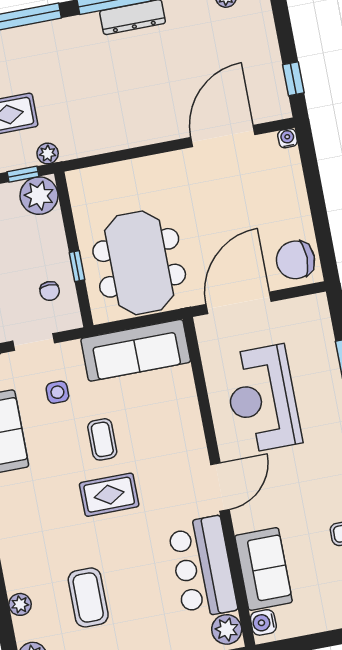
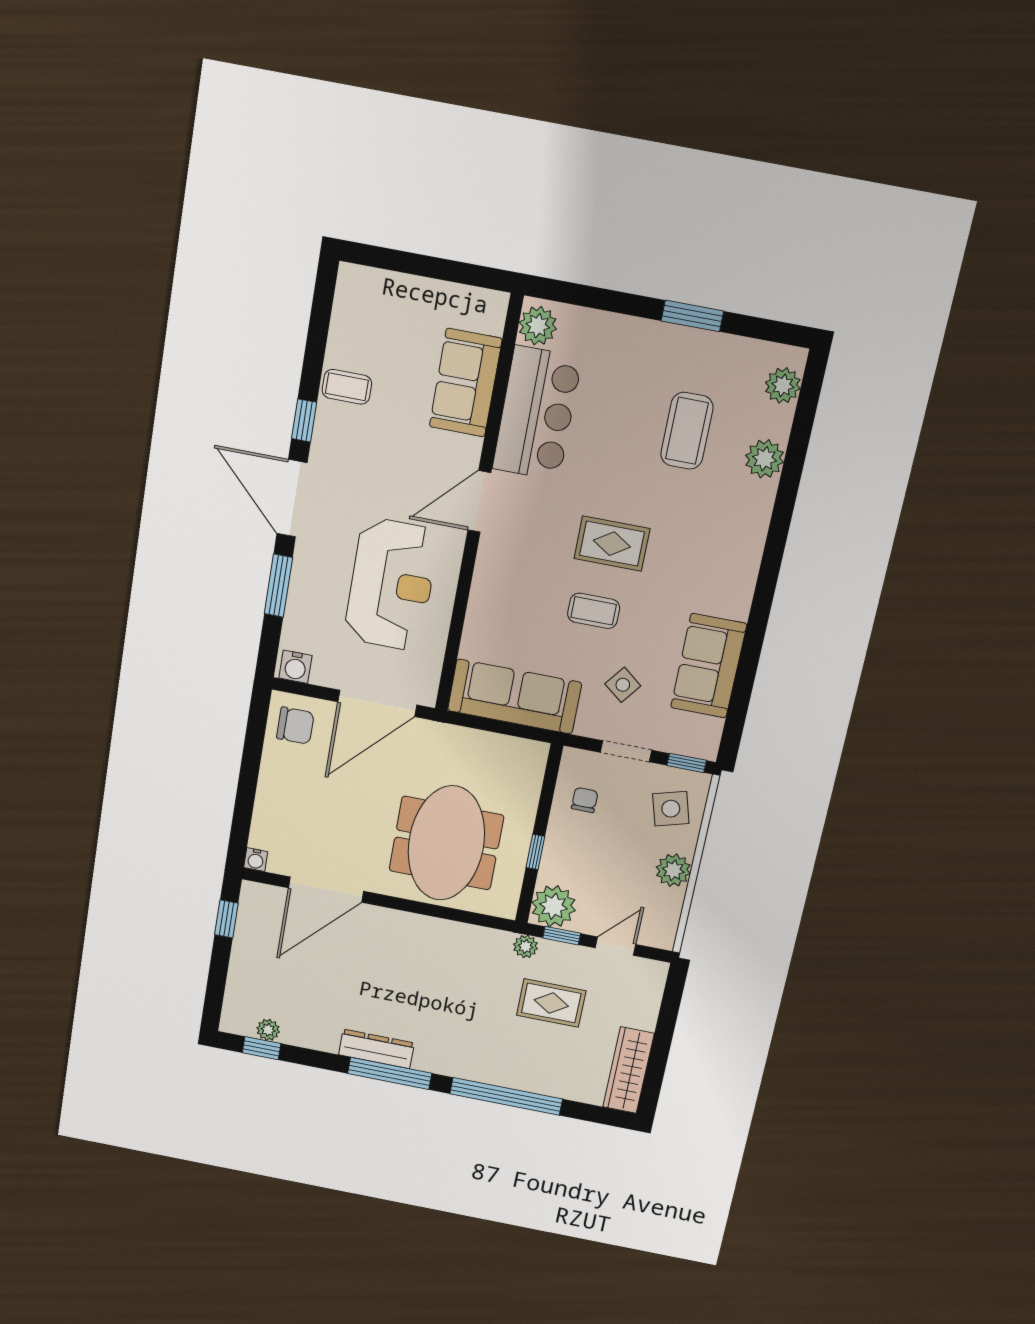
chair: (295, 260) -> (295, 726), width x0.73, depth x0.73
meeting table: (139, 263) -> (446, 843), moved
window: (77, 266) -> (535, 852), moved
side table: (57, 392) -> (623, 685), turned 38
coffee table: (102, 439) -> (594, 611), turned 90
plant: (20, 604) -> (765, 459), width x1.38, depth x1.38
water cooler: (263, 622) -> (295, 667), moved, turned 90

